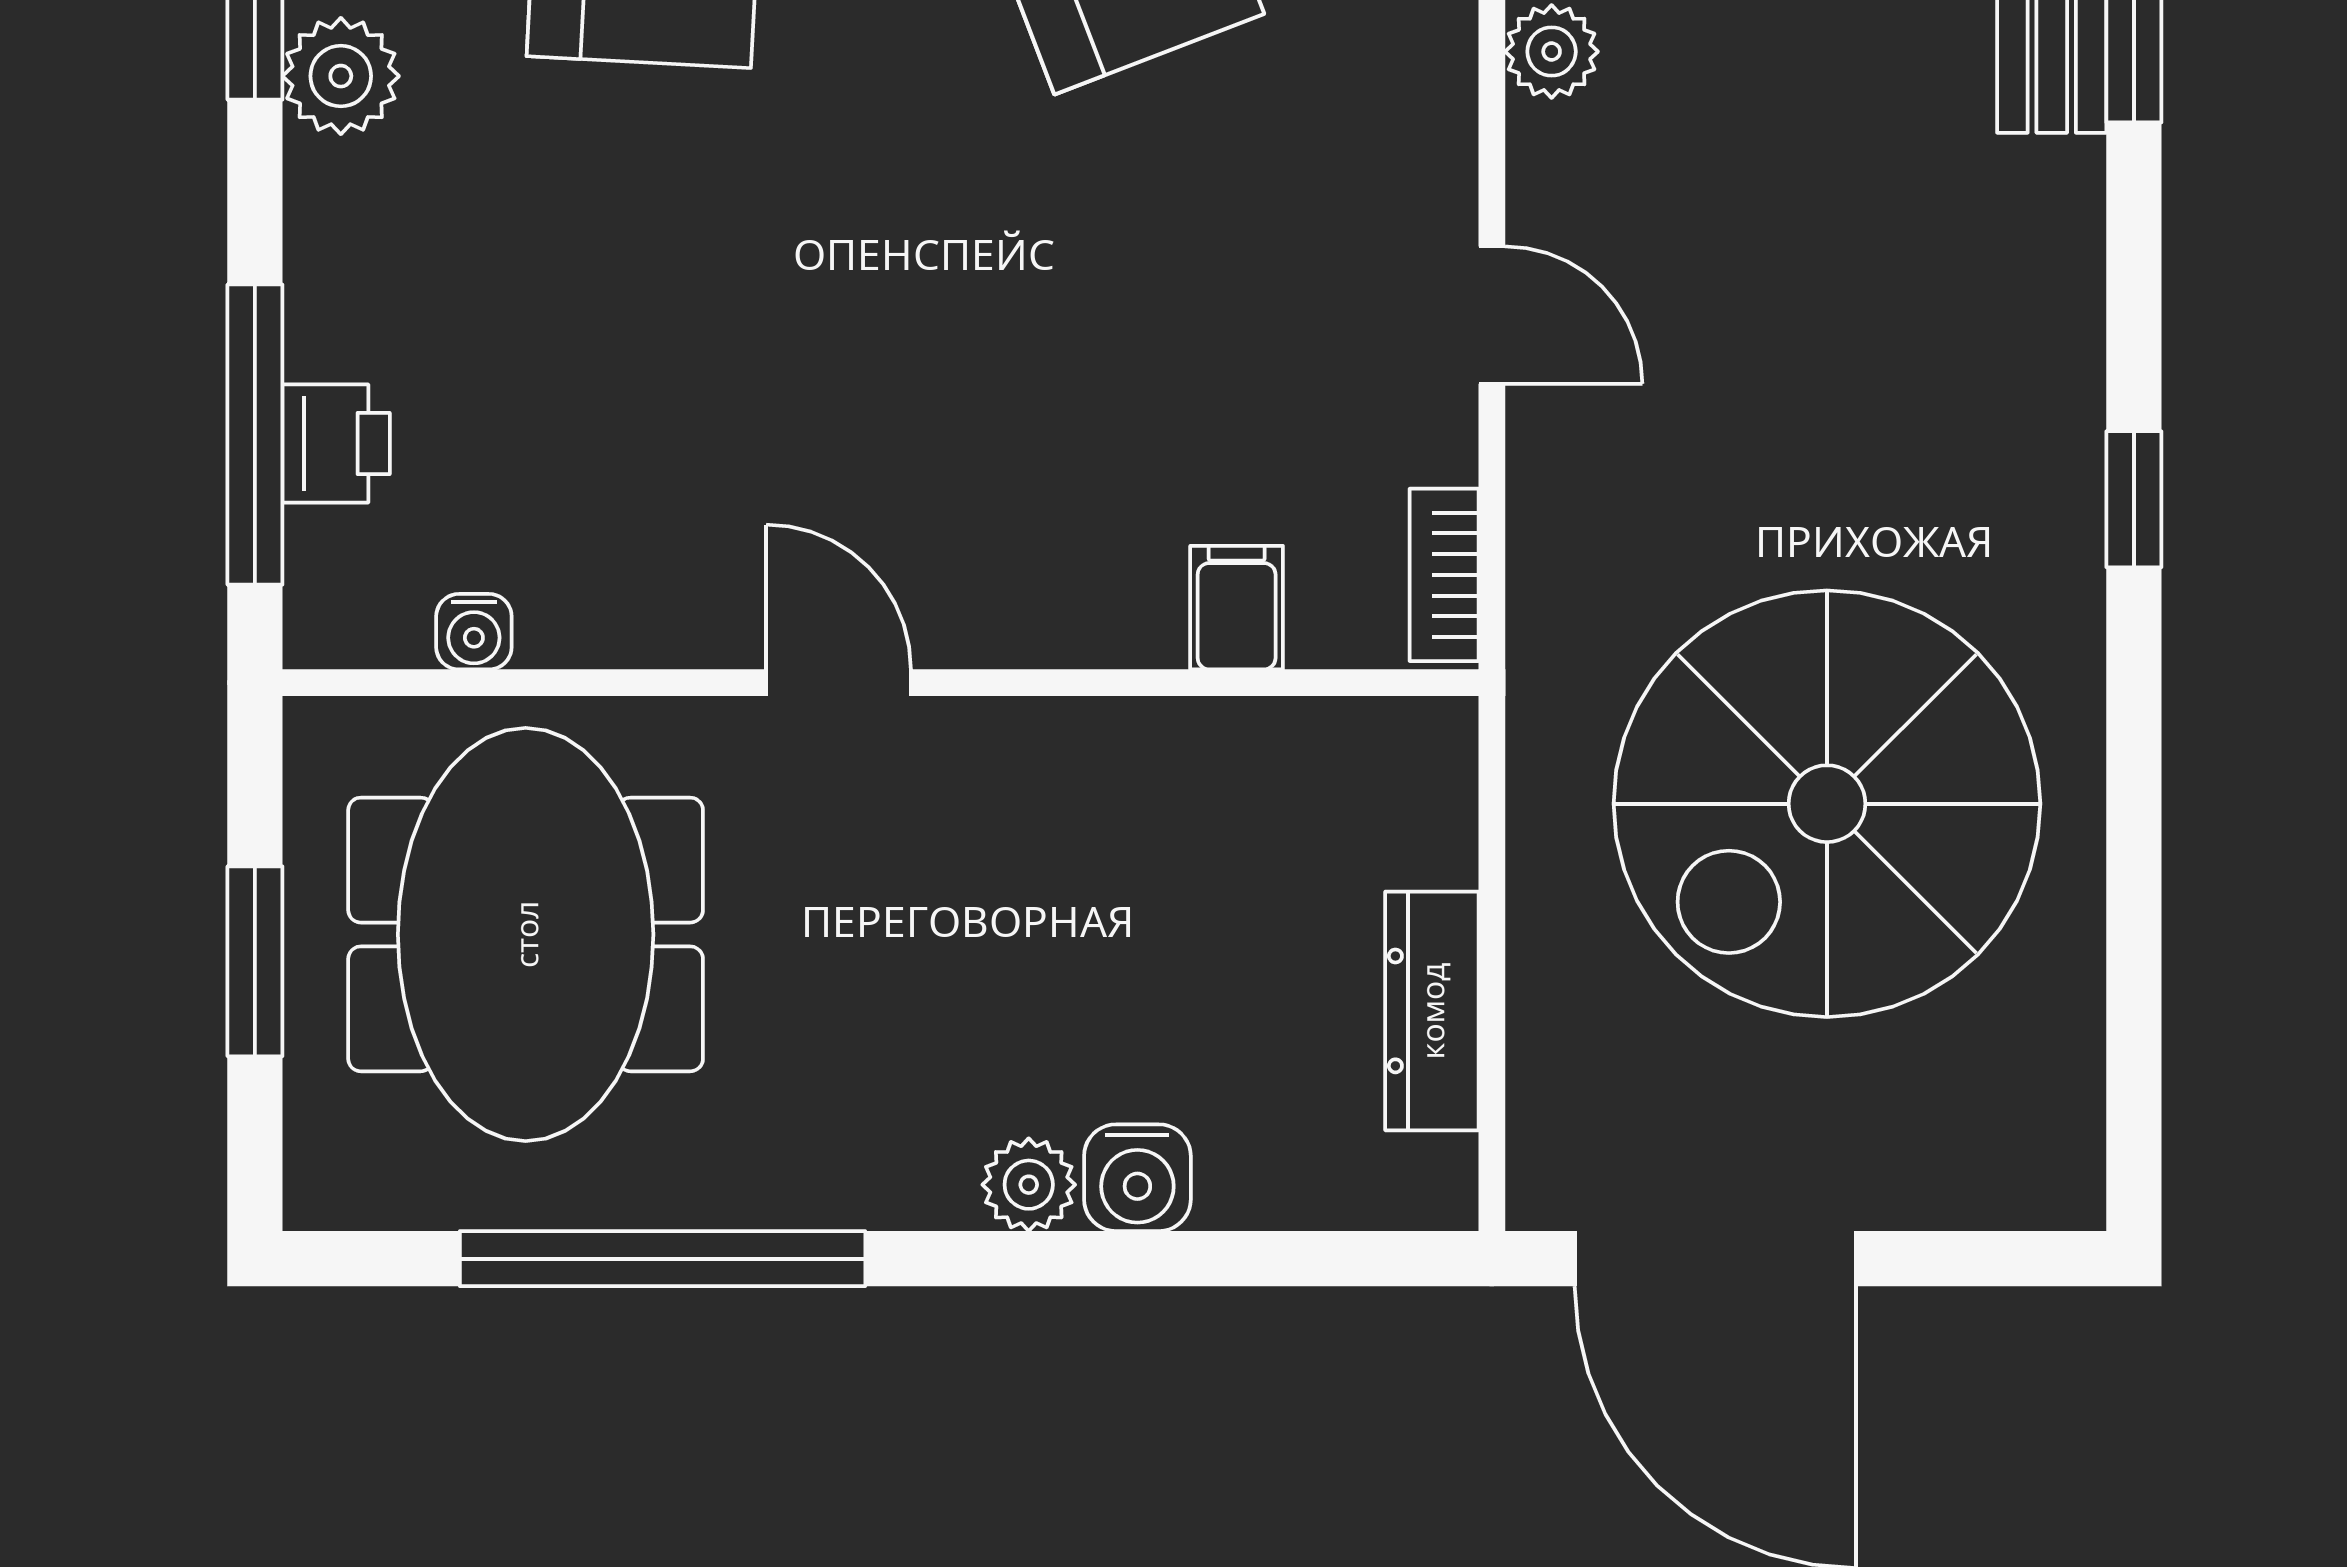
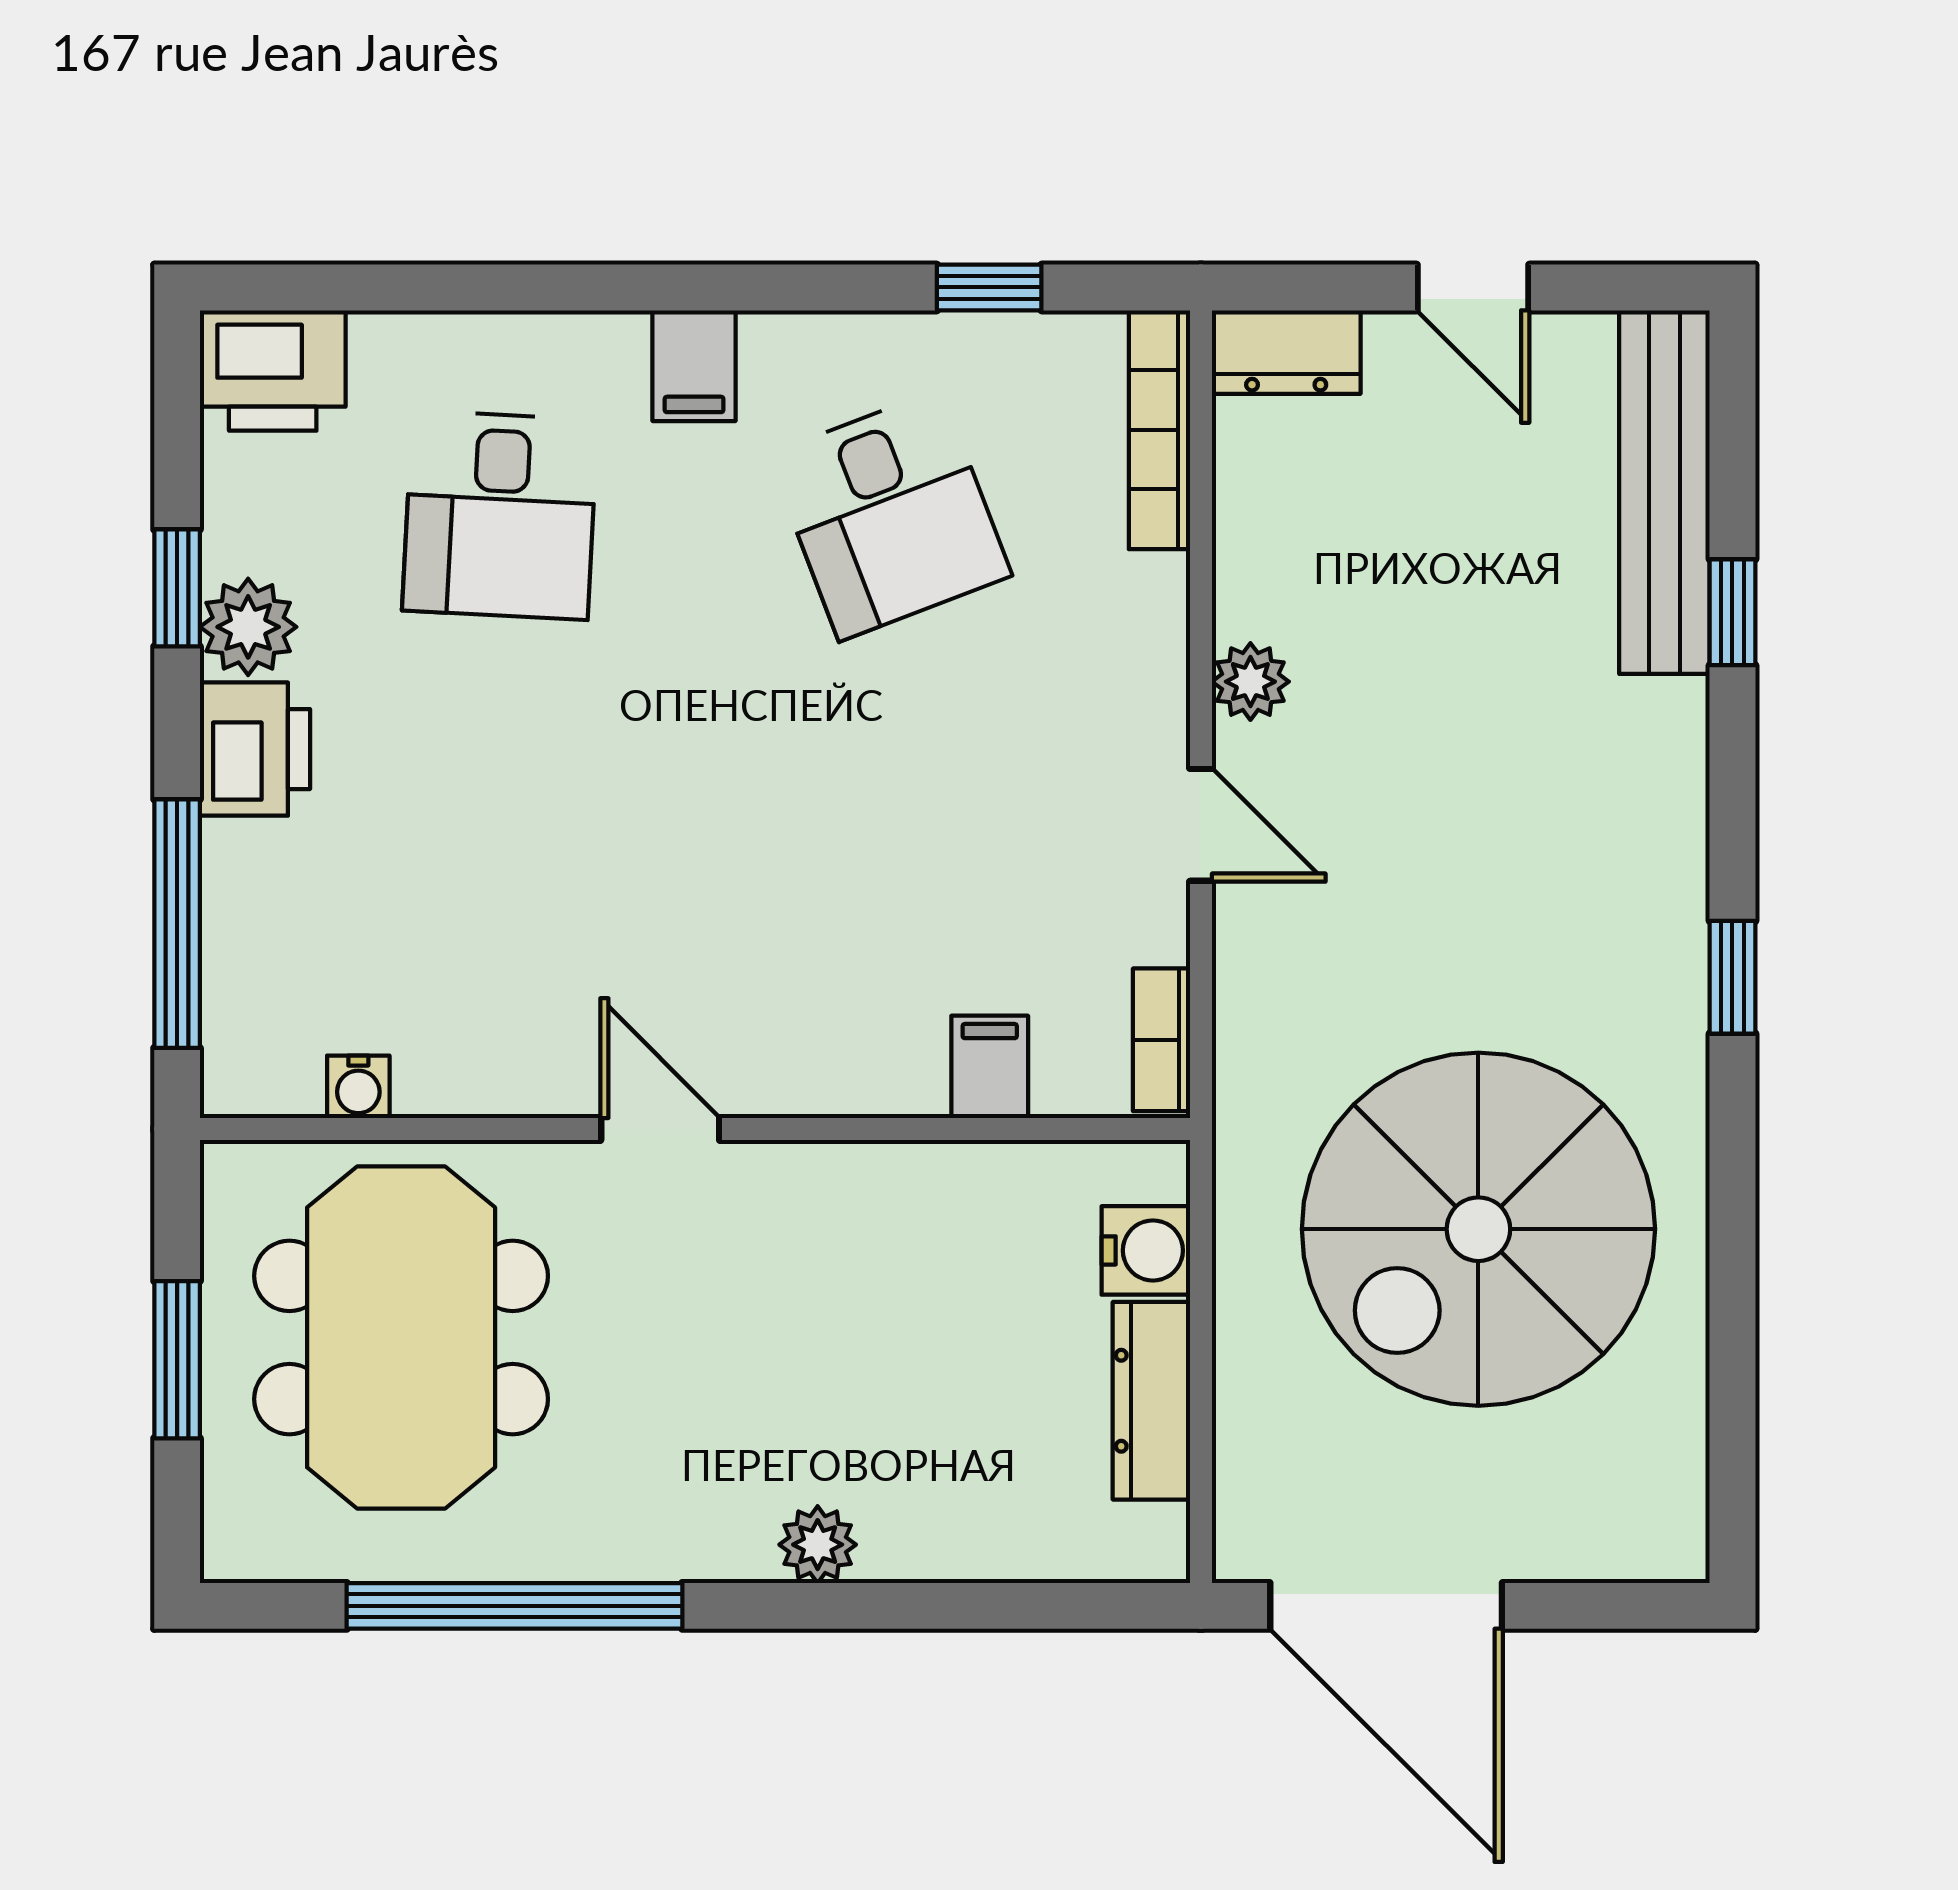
plant: (1552, 52) -> (1250, 682), moved
printer: (336, 443) -> (255, 749), moved, width x1.36, depth x1.24
water cooler: (1137, 1178) -> (1146, 1250), moved, turned -90

